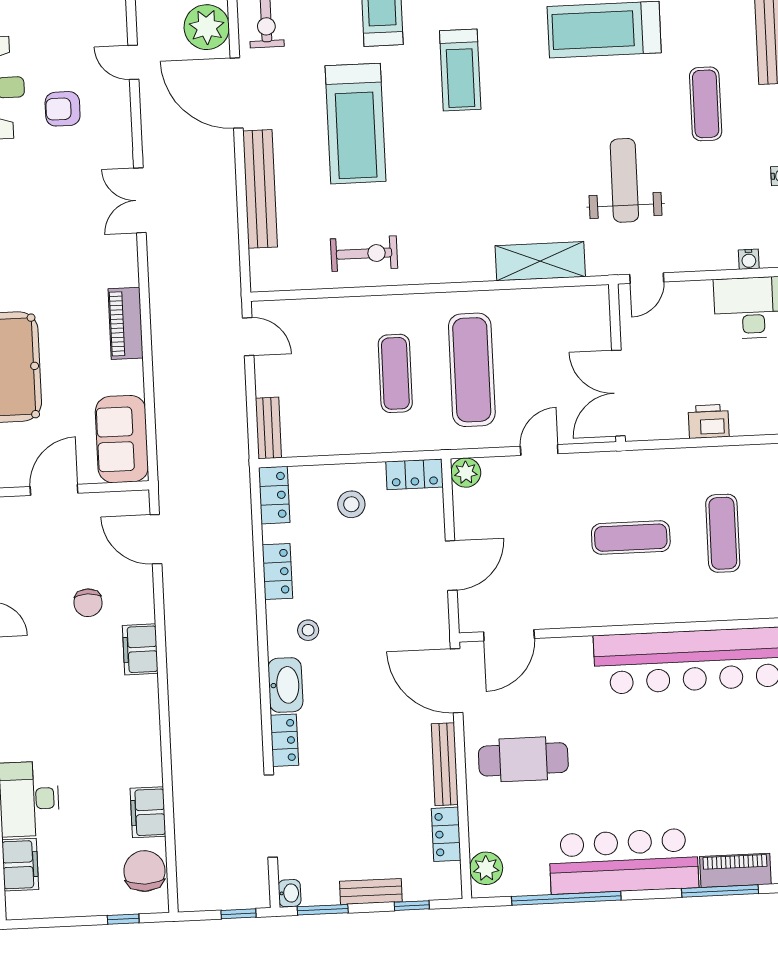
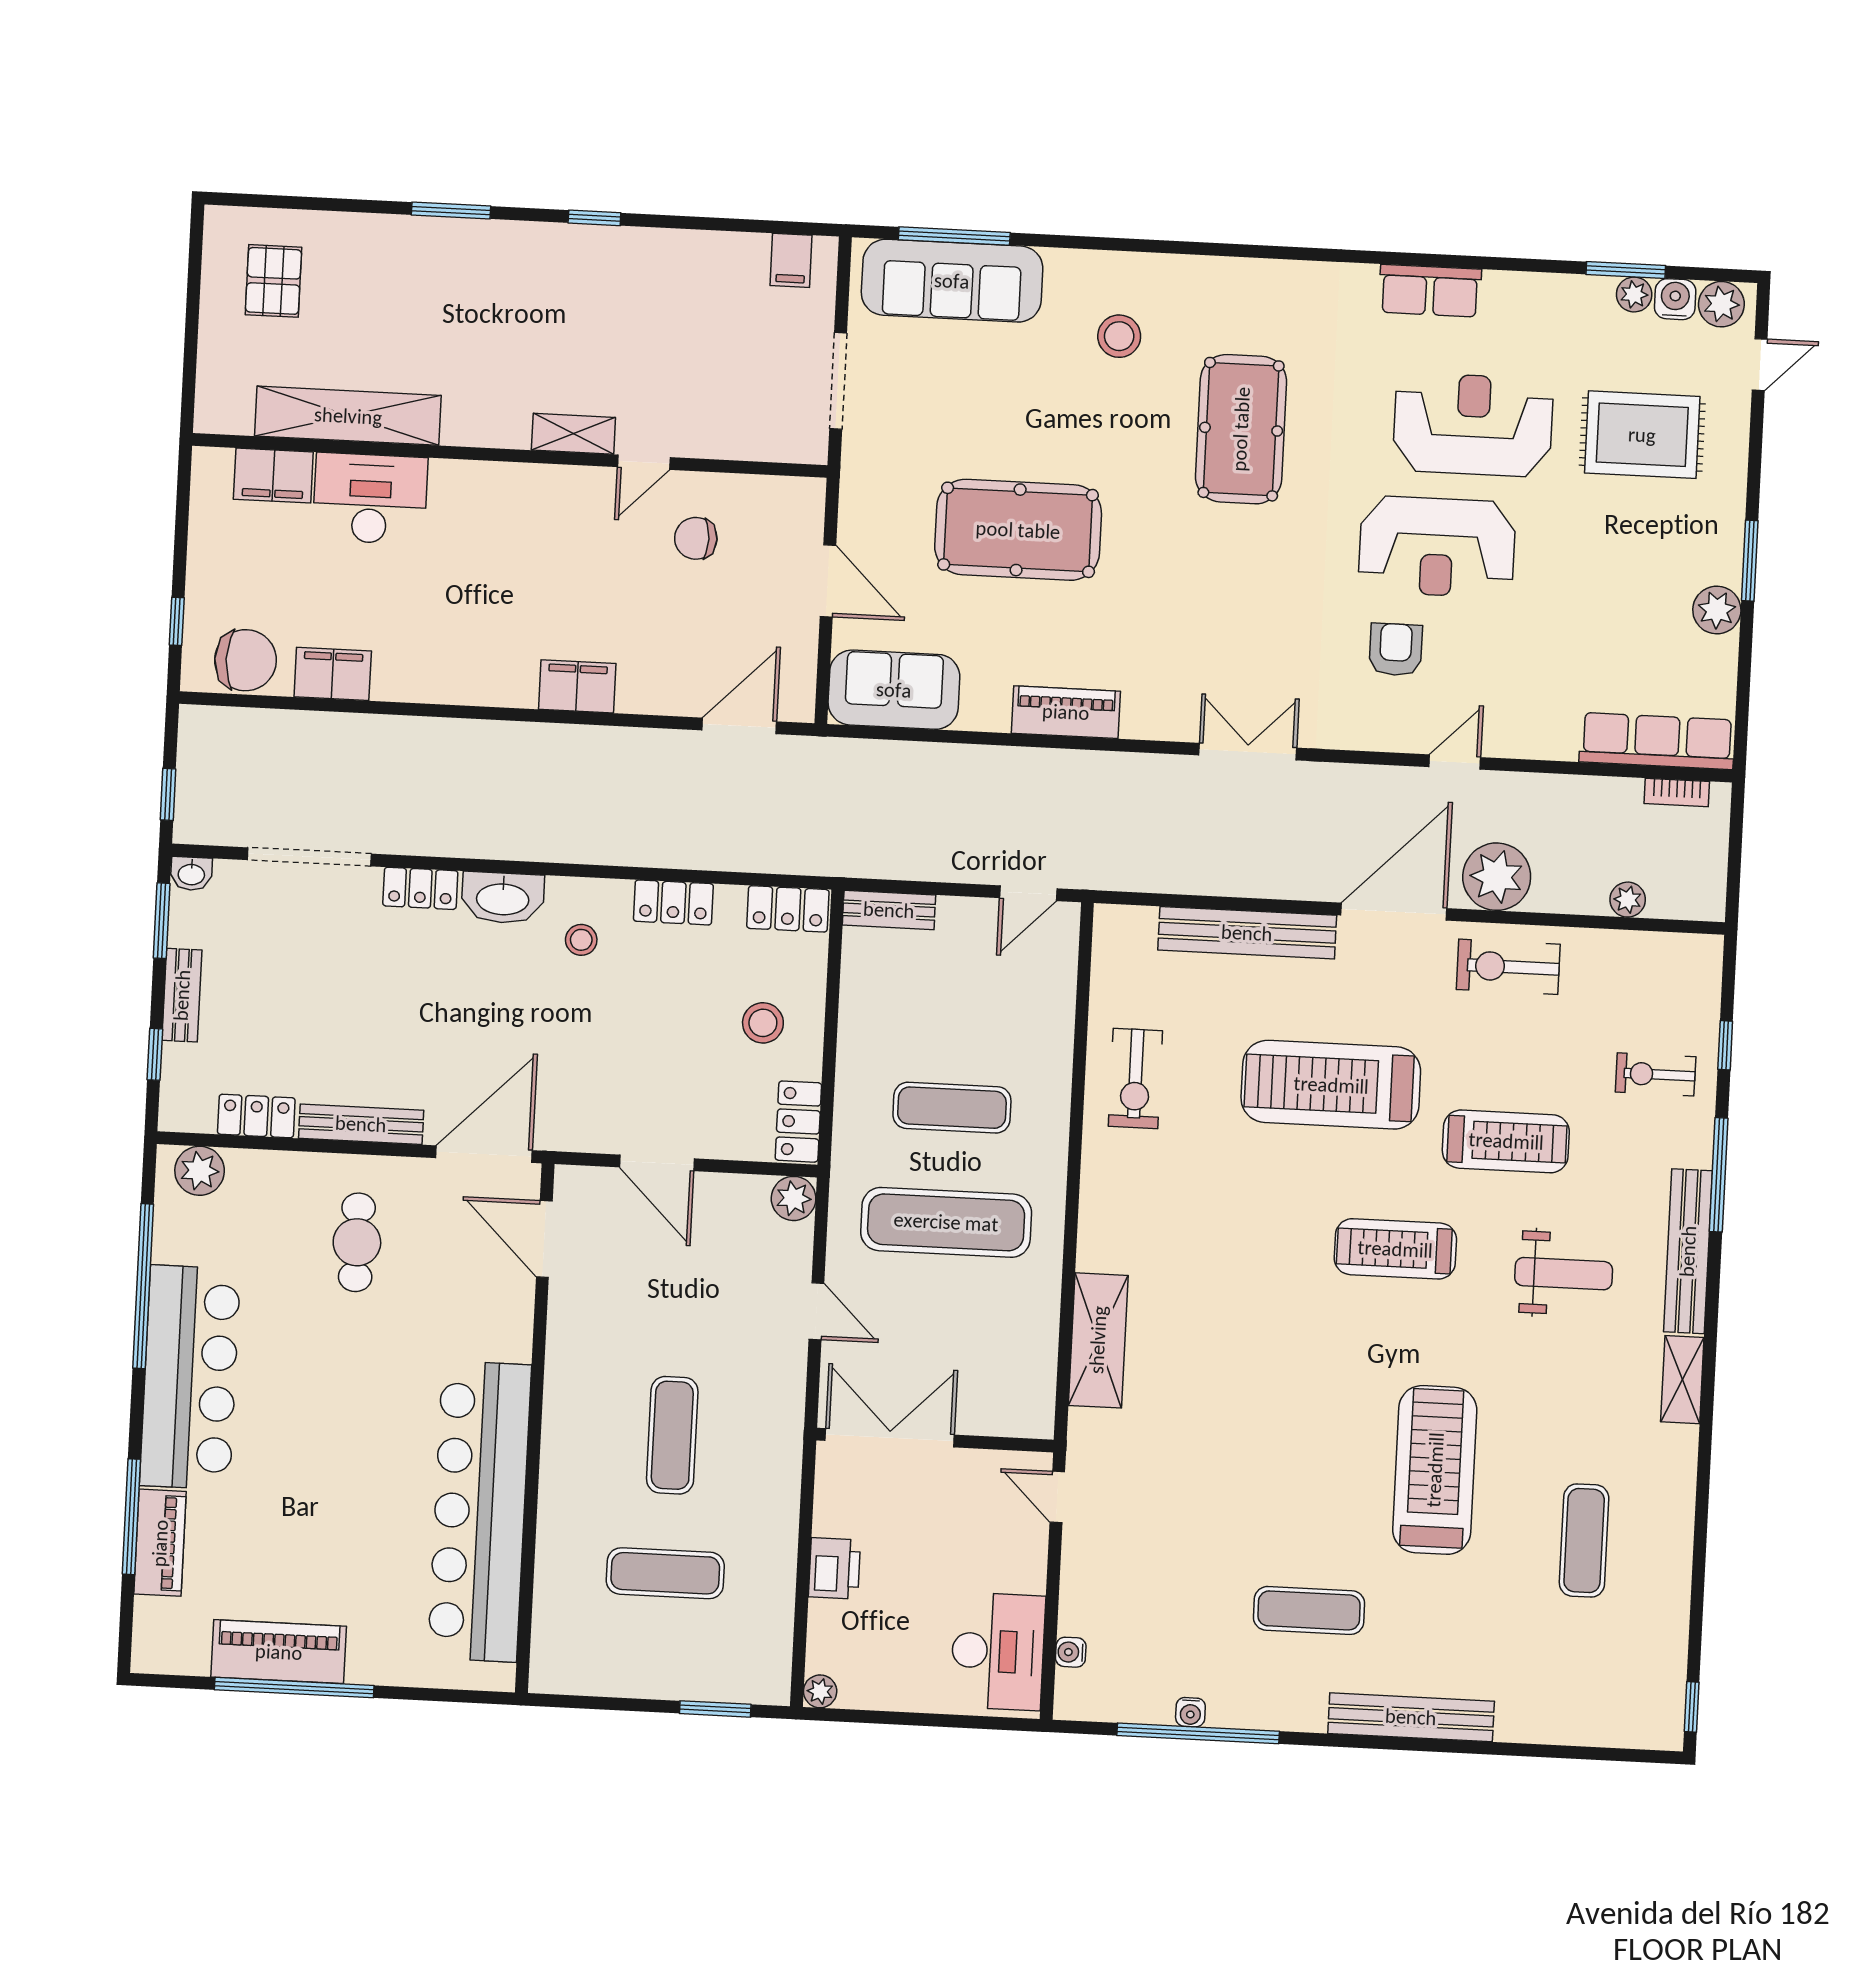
weight bench: (624, 180) -> (1207, 1478), removed
chair: (88, 603) -> (696, 538), moved
cafe table: (523, 759) -> (357, 1242), width x0.73, depth x0.74

